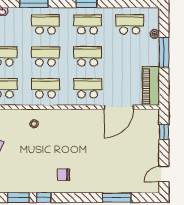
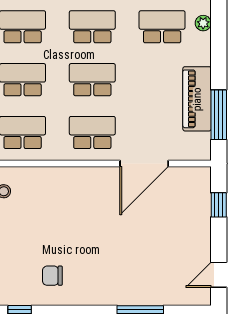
plant: (155, 34) -> (203, 23), moved
window: (164, 52) -> (219, 115), moved
piano: (151, 86) -> (197, 99), moved

